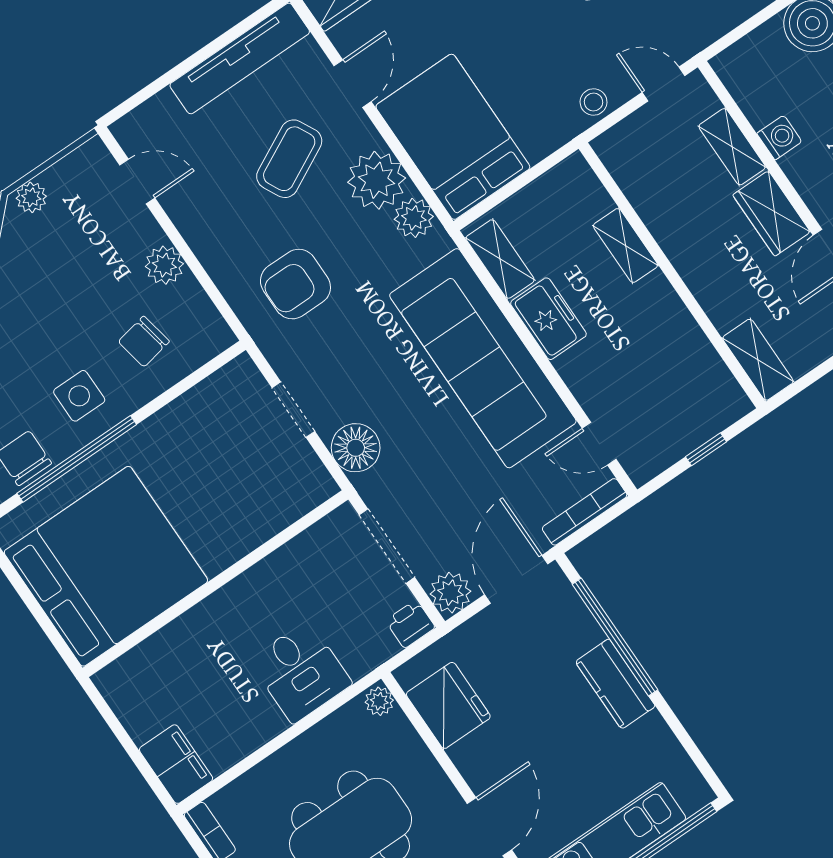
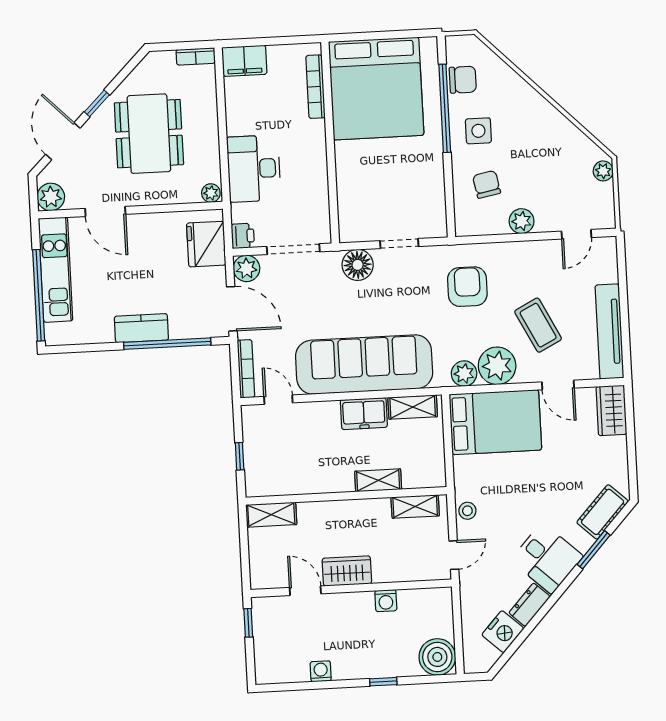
shelving: (732, 147) -> (415, 506), moved
door: (599, 444) -> (278, 400), hinge flipped
bookcase: (153, 648) -> (315, 87), added
desk: (301, 672) -> (254, 169), width x1.37
fridge: (448, 705) -> (206, 244), moved, turned 90

